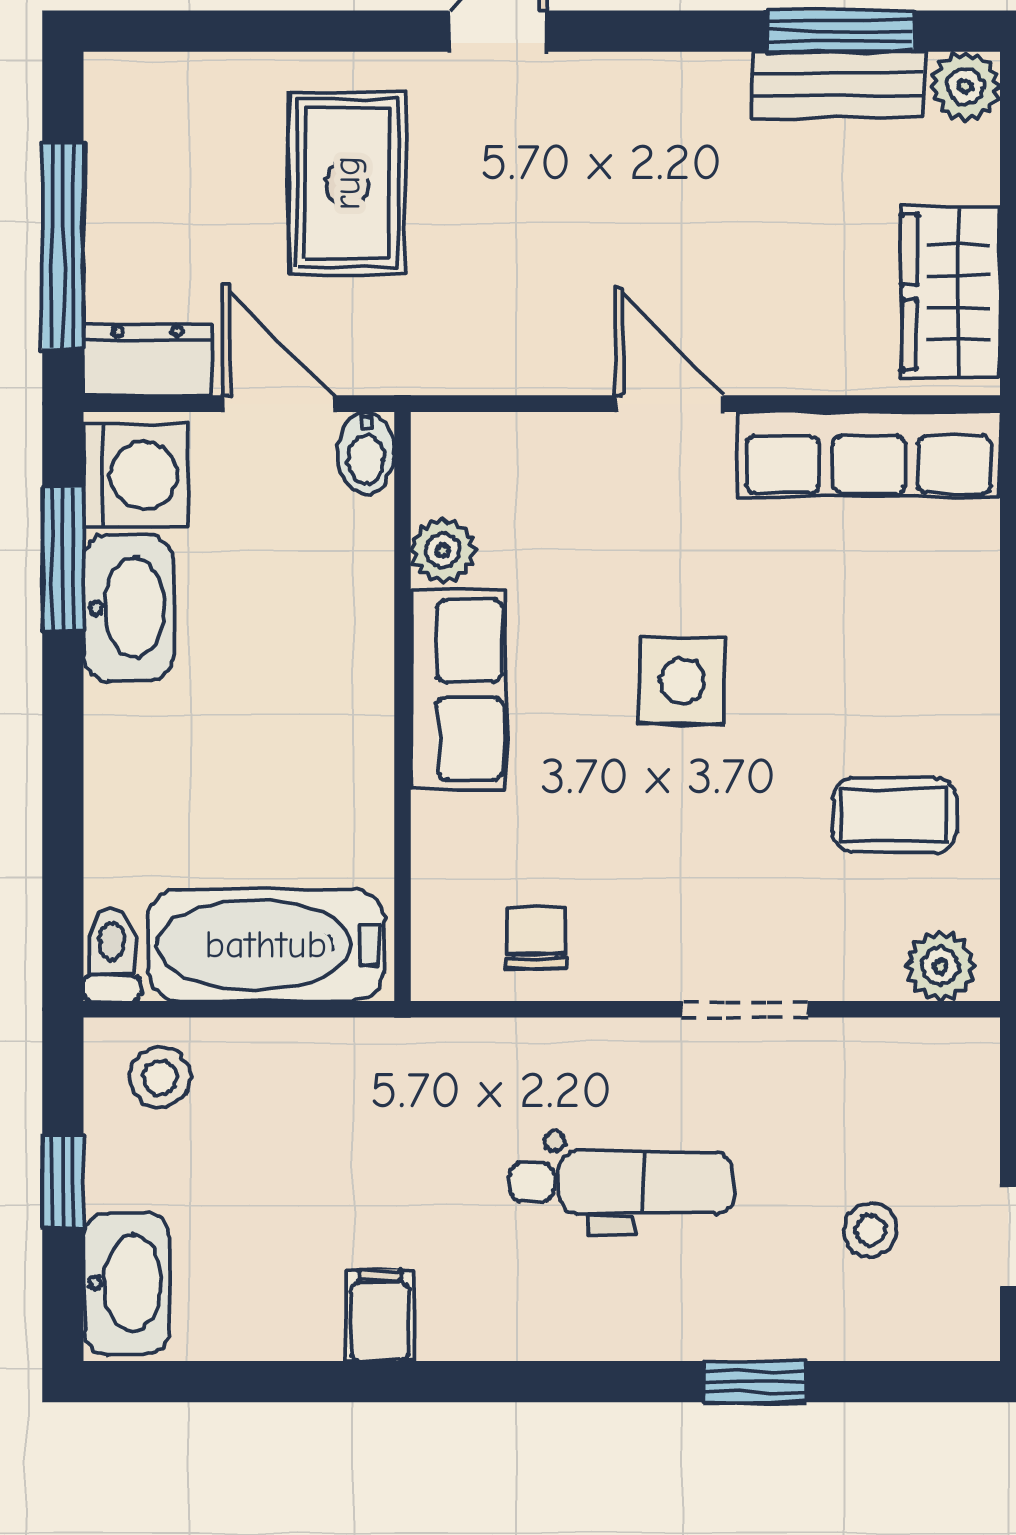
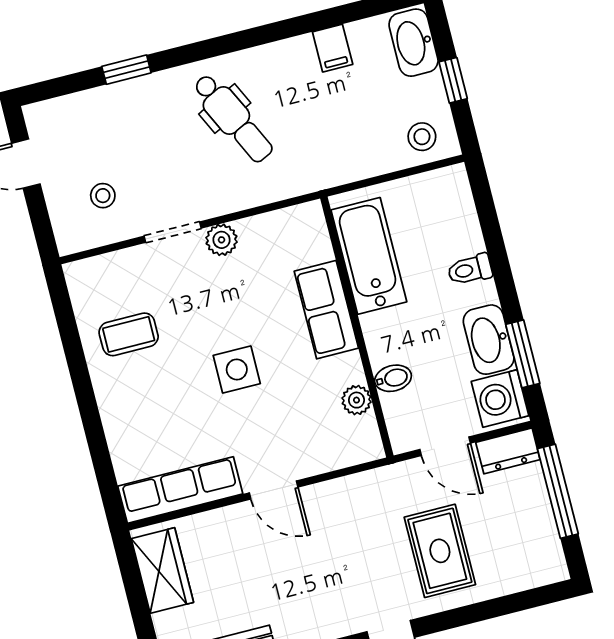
bidet: (366, 453) -> (393, 378), moved, turned 90
row of seats: (458, 689) -> (326, 310), moved
chair: (536, 938) -> (272, 240), removed
bathtub: (266, 945) -> (369, 256), moved, turned -90
toilet: (112, 954) -> (470, 270), moved, turned 90
plant: (940, 966) -> (221, 240), moved
dental chair: (622, 1182) -> (233, 118), moved, turned -116
stool: (870, 1230) -> (103, 196), moved
filing cabinet: (380, 1315) -> (333, 48), moved

